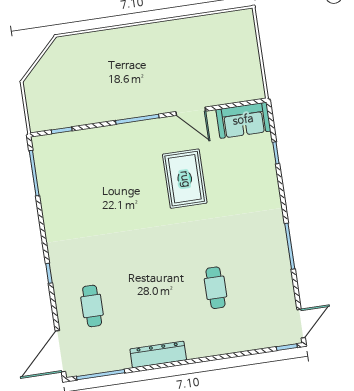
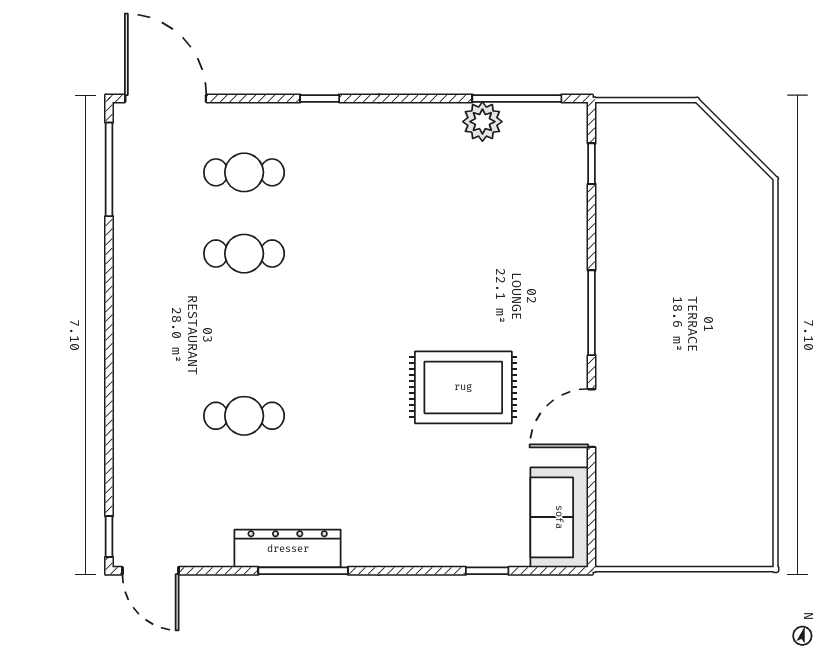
plant: (48, 189) -> (482, 122), added
cafe table: (133, 300) -> (244, 254), added
dresser: (158, 355) -> (288, 549), moved, turned -90

